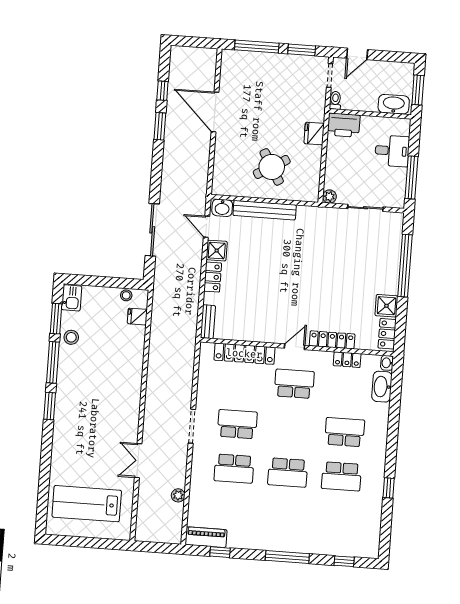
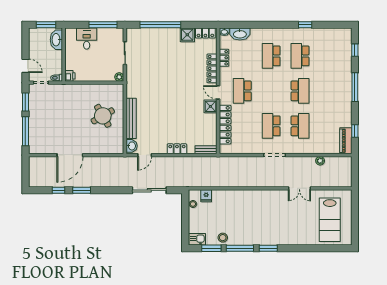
printer: (344, 125) -> (70, 76), width x0.53, depth x0.68
fridge: (314, 133) -> (79, 90), removed
shower: (217, 251) -> (210, 106), moved
school desk: (341, 476) -> (300, 56), turned 180

